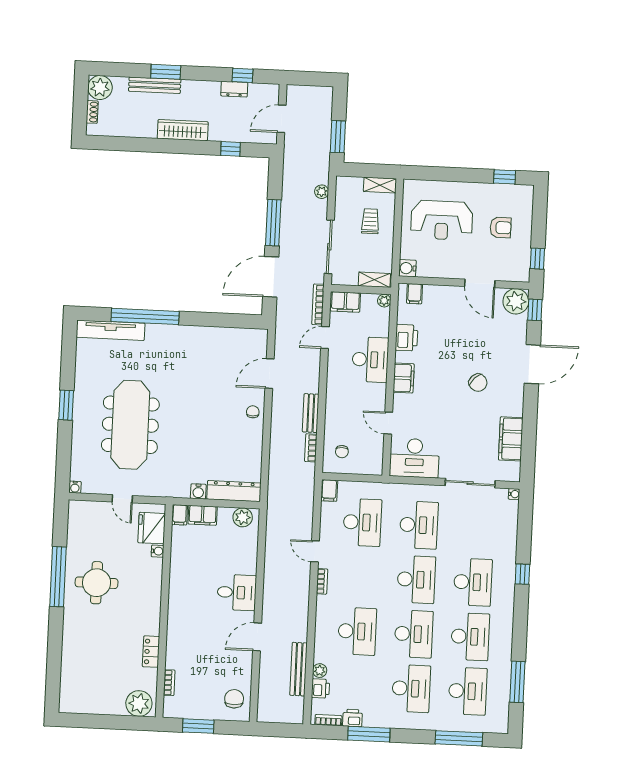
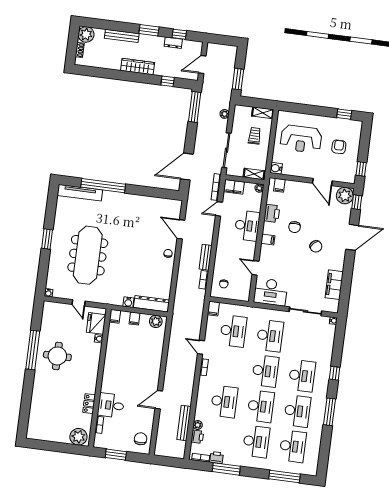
window: (166, 72) -> (149, 30), moved
window: (273, 223) -> (195, 107), moved
armchair: (501, 228) -> (339, 147), turned -90
chair: (443, 356) -> (295, 227), added
door: (269, 374) -> (181, 229), hinge flipped
filing cabinet: (404, 378) -> (268, 239), width x0.50
filing cabinet: (203, 515) -> (134, 318), width x0.50
desk: (237, 592) -> (111, 405), moved, turned 180
window: (517, 682) -> (330, 412), moved

